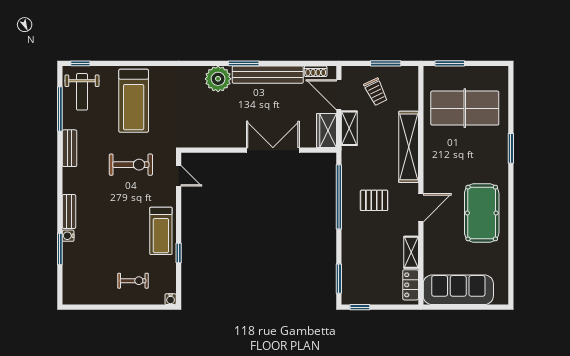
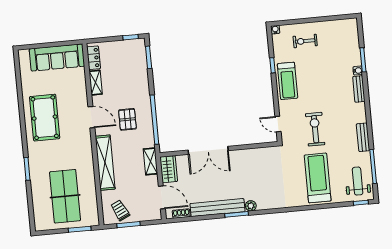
plant: (218, 79) -> (251, 206), width x0.53, depth x0.53
trolley: (376, 92) -> (120, 210), moved
table tennis table: (465, 108) -> (65, 196), turned 90
shelving: (349, 128) -> (150, 161), moved
exercise bike: (131, 165) -> (315, 129), turned 90
pallet: (374, 200) -> (127, 119), turned 90
door: (421, 208) -> (91, 117), swing flipped
treadmill: (161, 231) -> (288, 81), turned 180

